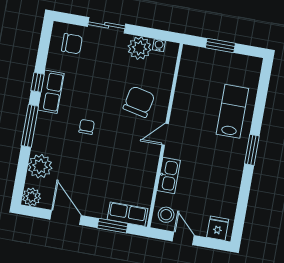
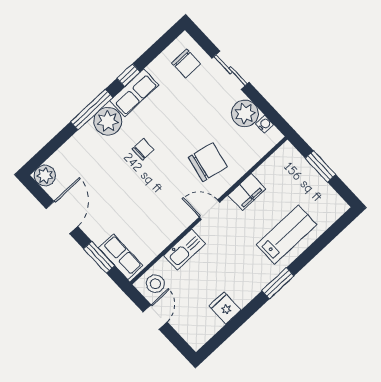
filing cabinet: (182, 102) -> (247, 192), added
plant: (40, 166) -> (108, 121), moved
fridge: (218, 228) -> (225, 308), moved, turned -90

